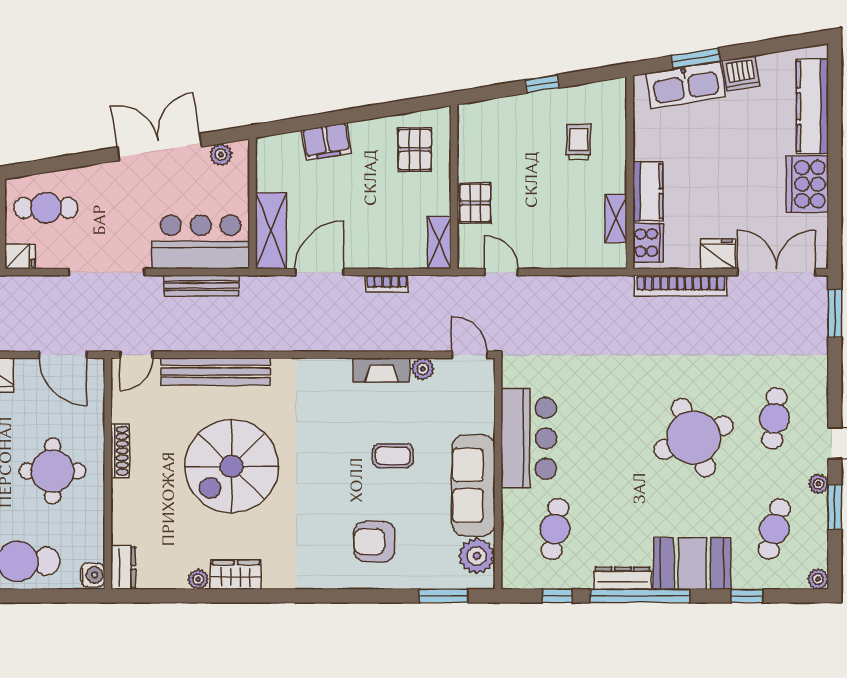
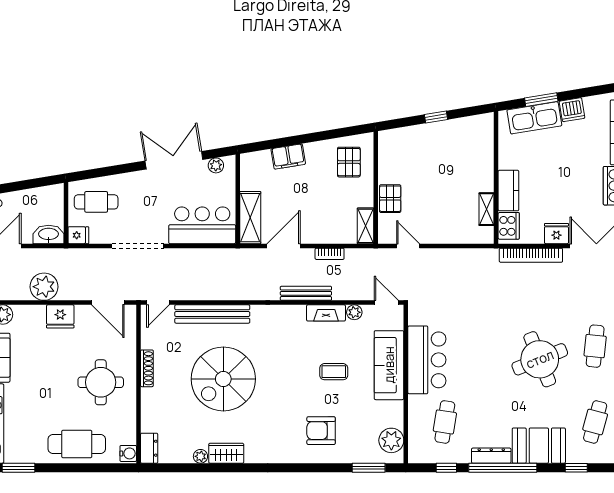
trolley: (579, 142) -> (461, 157), removed
bench: (201, 286) -> (306, 293), moved
sofa: (473, 485) -> (389, 365), moved

